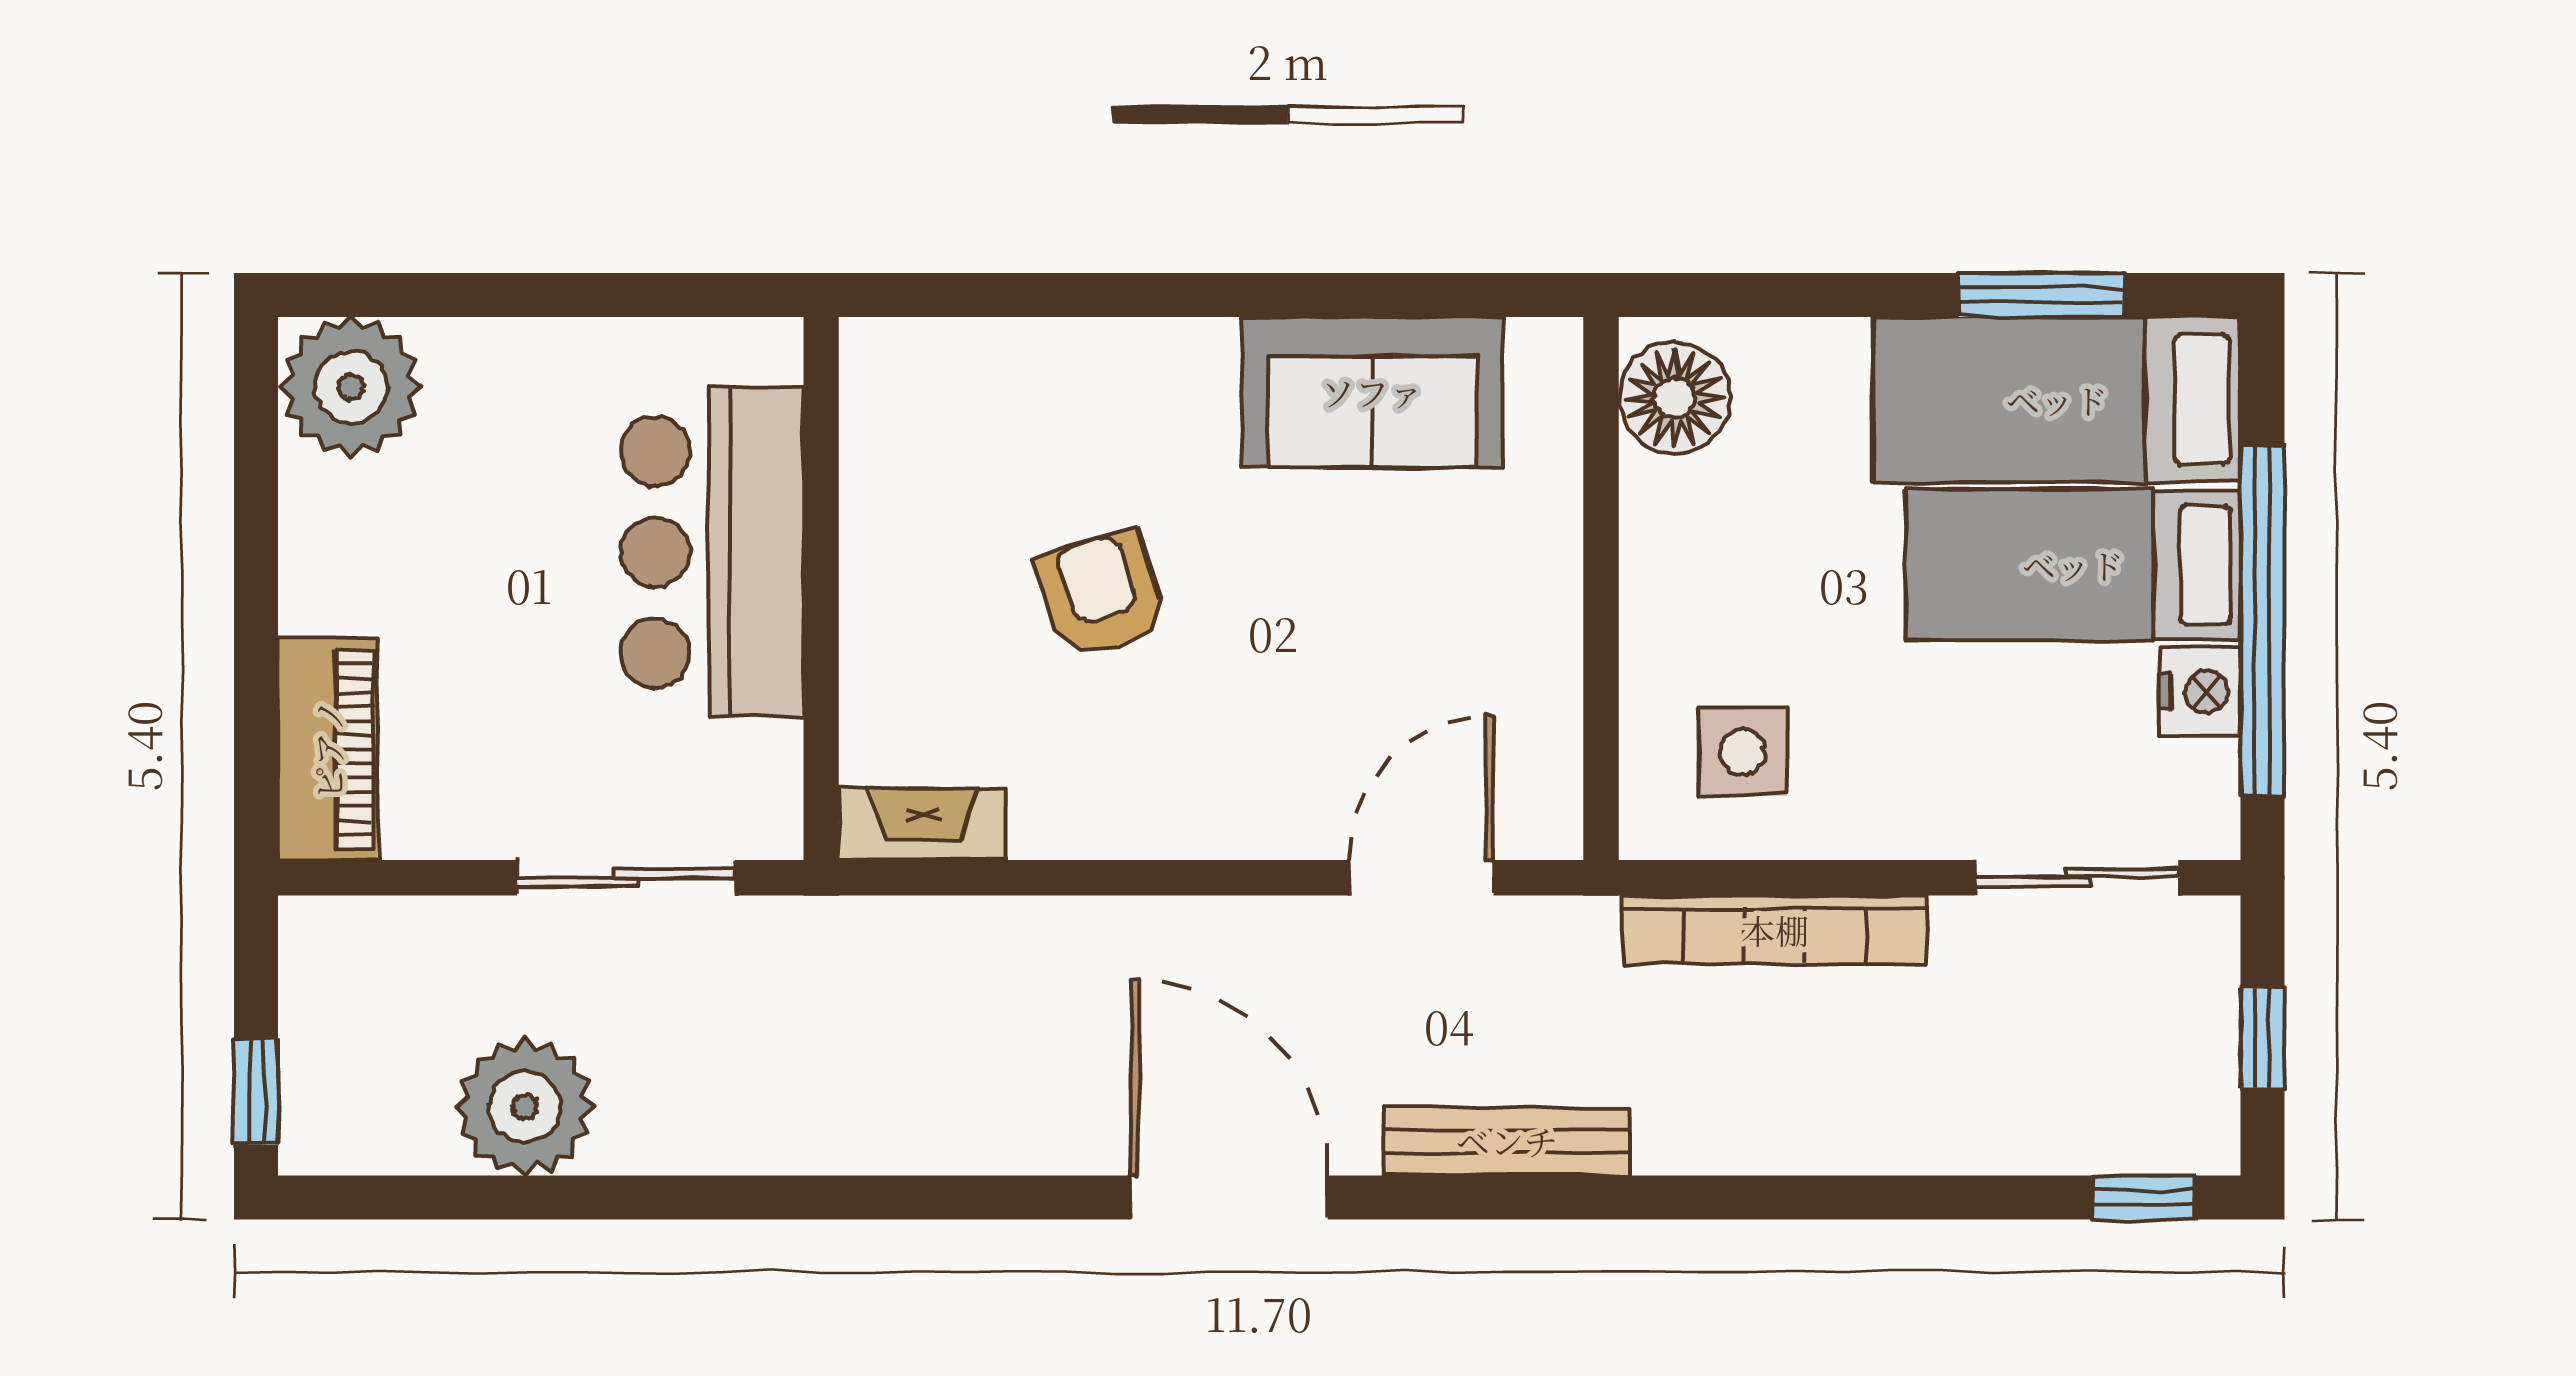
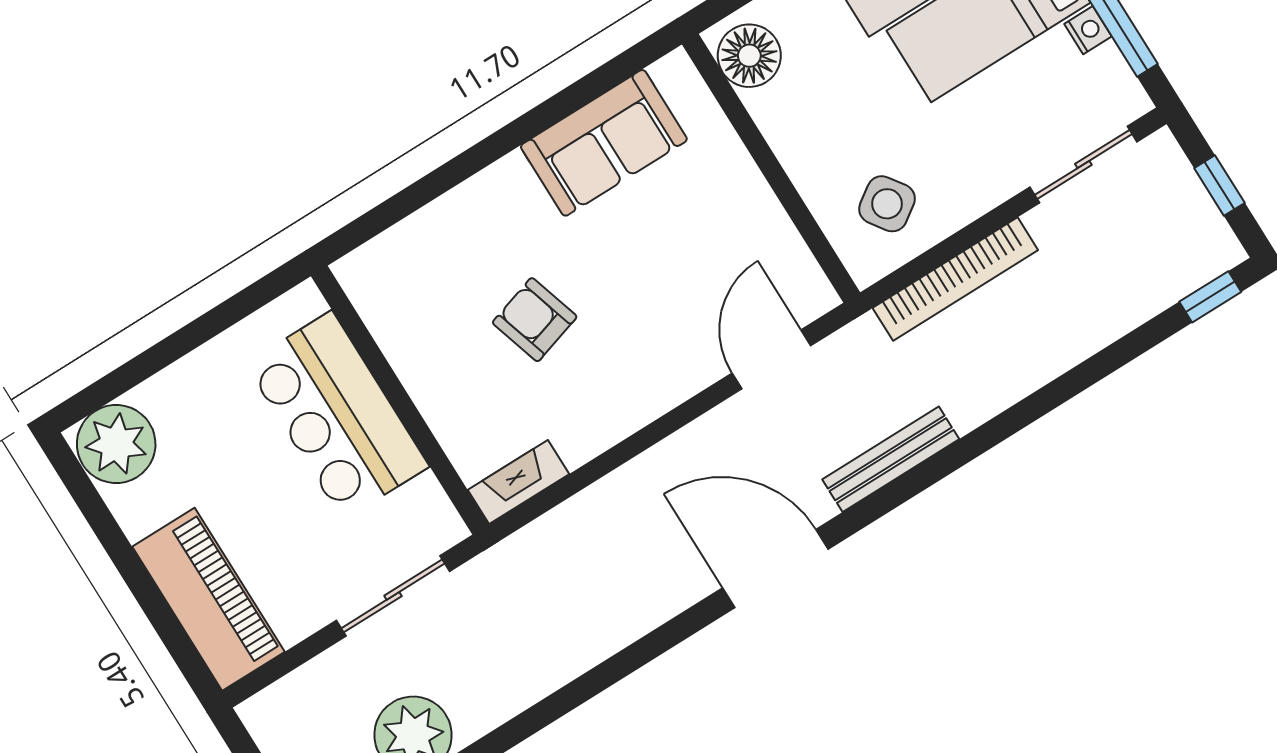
nightstand: (2200, 692) -> (1088, 30), width x0.72, depth x0.74
piano: (328, 749) -> (208, 599), width x1.37, depth x1.33
side table: (1743, 752) -> (887, 204), turned -35

